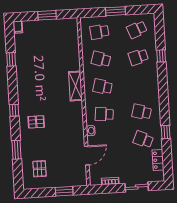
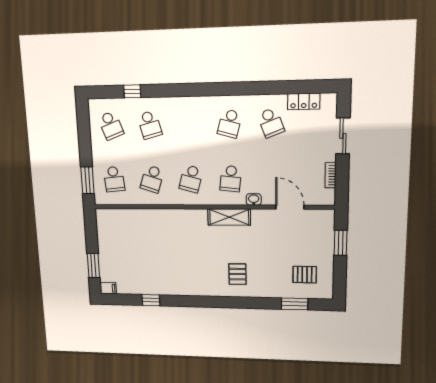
window: (115, 11) -> (87, 180), moved
window: (47, 15) -> (93, 266), moved
window: (161, 56) -> (132, 91), moved
shelving: (76, 86) -> (229, 217), moved
window: (14, 110) -> (220, 302), removed
window: (166, 132) -> (262, 88), removed
school desk: (143, 139) -> (271, 123), turned -45
window: (16, 150) -> (294, 304), moved

